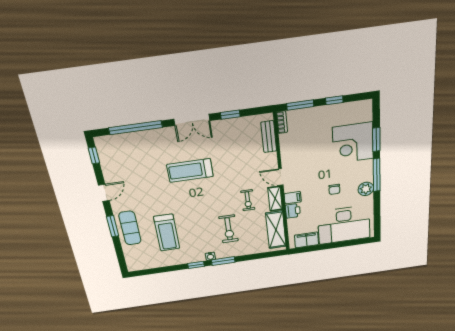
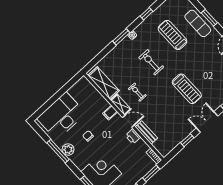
bench: (269, 137) -> (146, 133), moved
treadmill: (190, 170) -> (187, 89), turned 90
window: (377, 175) -> (58, 151), moved
printer: (293, 211) -> (133, 136), moved
exercise bike: (229, 229) -> (151, 62), moved
filing cabinet: (307, 240) -> (77, 89), removed
window: (196, 265) -> (146, 14), moved

